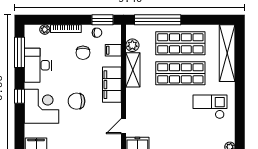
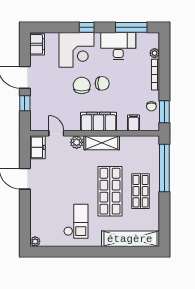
shop shelf: (180, 43) -> (141, 191), width x0.70, depth x0.74
plant: (132, 45) -> (77, 142), moved
chair: (83, 53) -> (102, 83), moved, turned 180
shelving: (133, 70) -> (102, 143), moved

